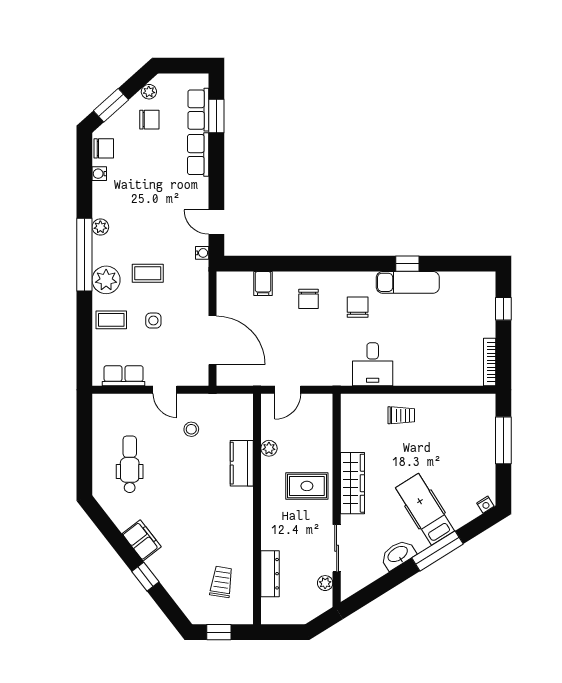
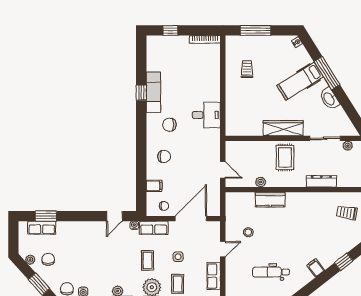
row of seats: (198, 155) -> (154, 228), moved
chair: (232, 299) -> (164, 206), added
trolley: (401, 415) -> (247, 69), moved
filing cabinet: (142, 540) -> (316, 268), width x0.50
dresser: (270, 574) -> (321, 181), moved

